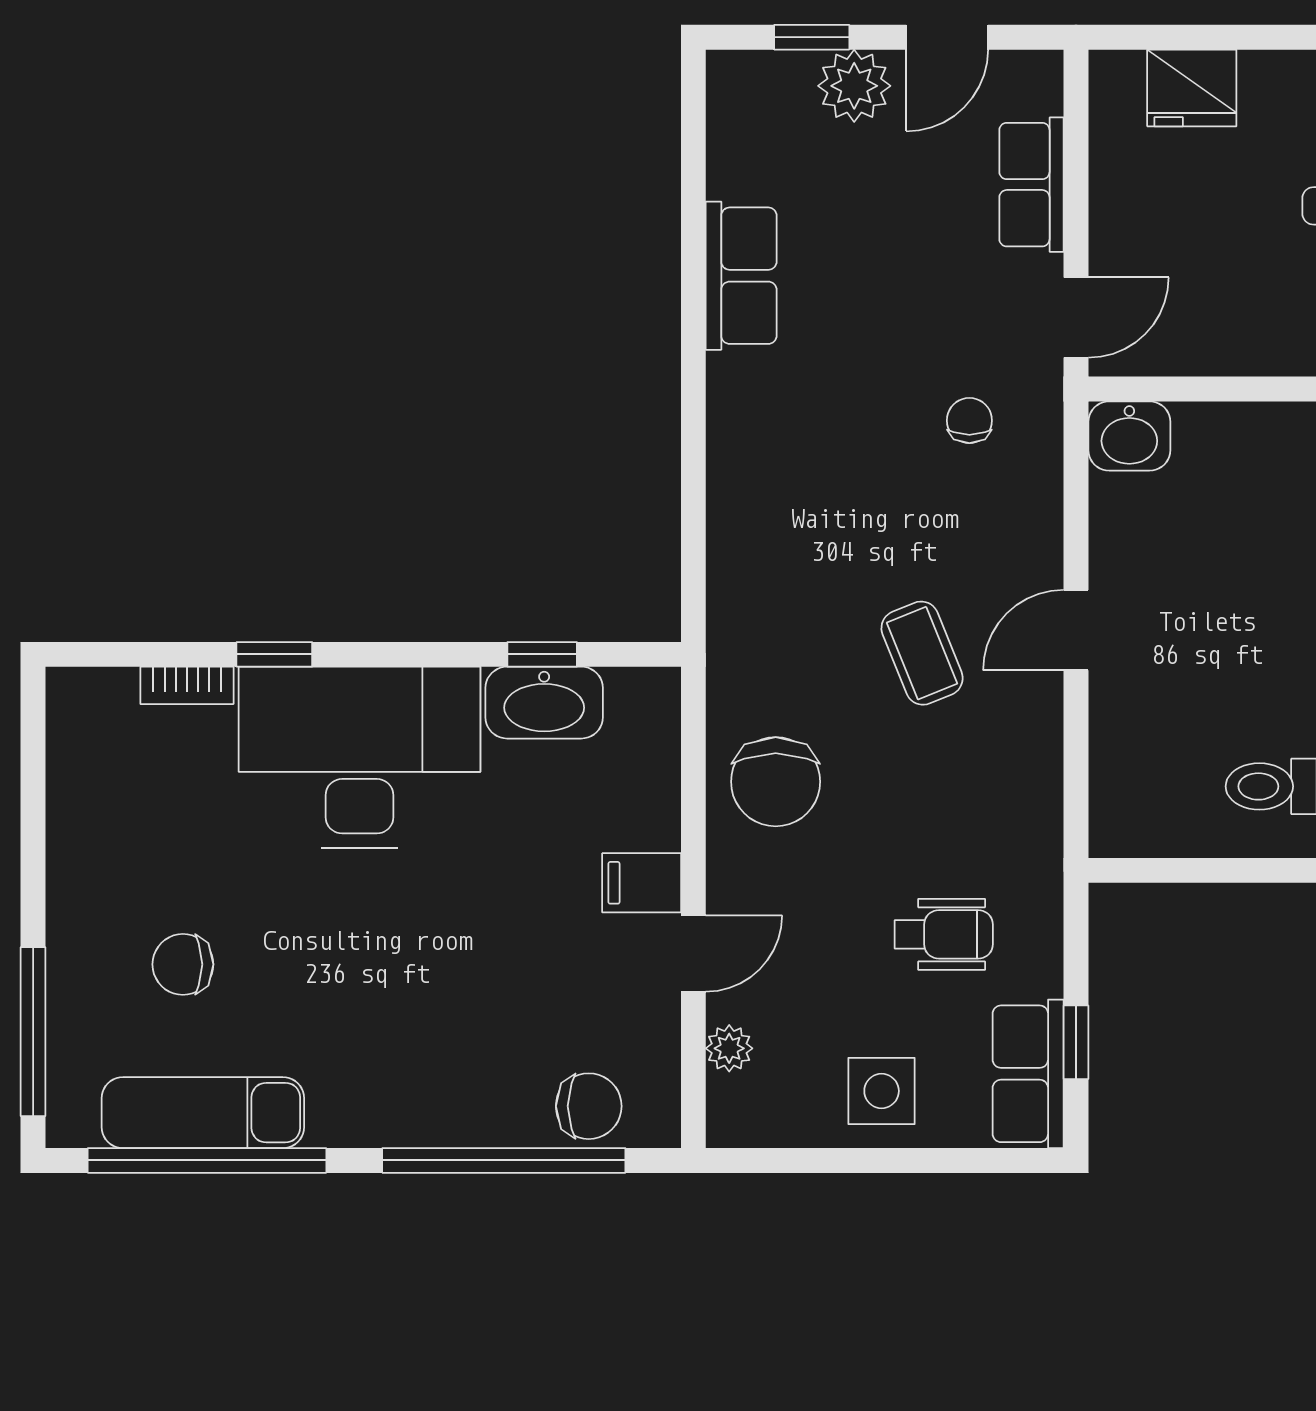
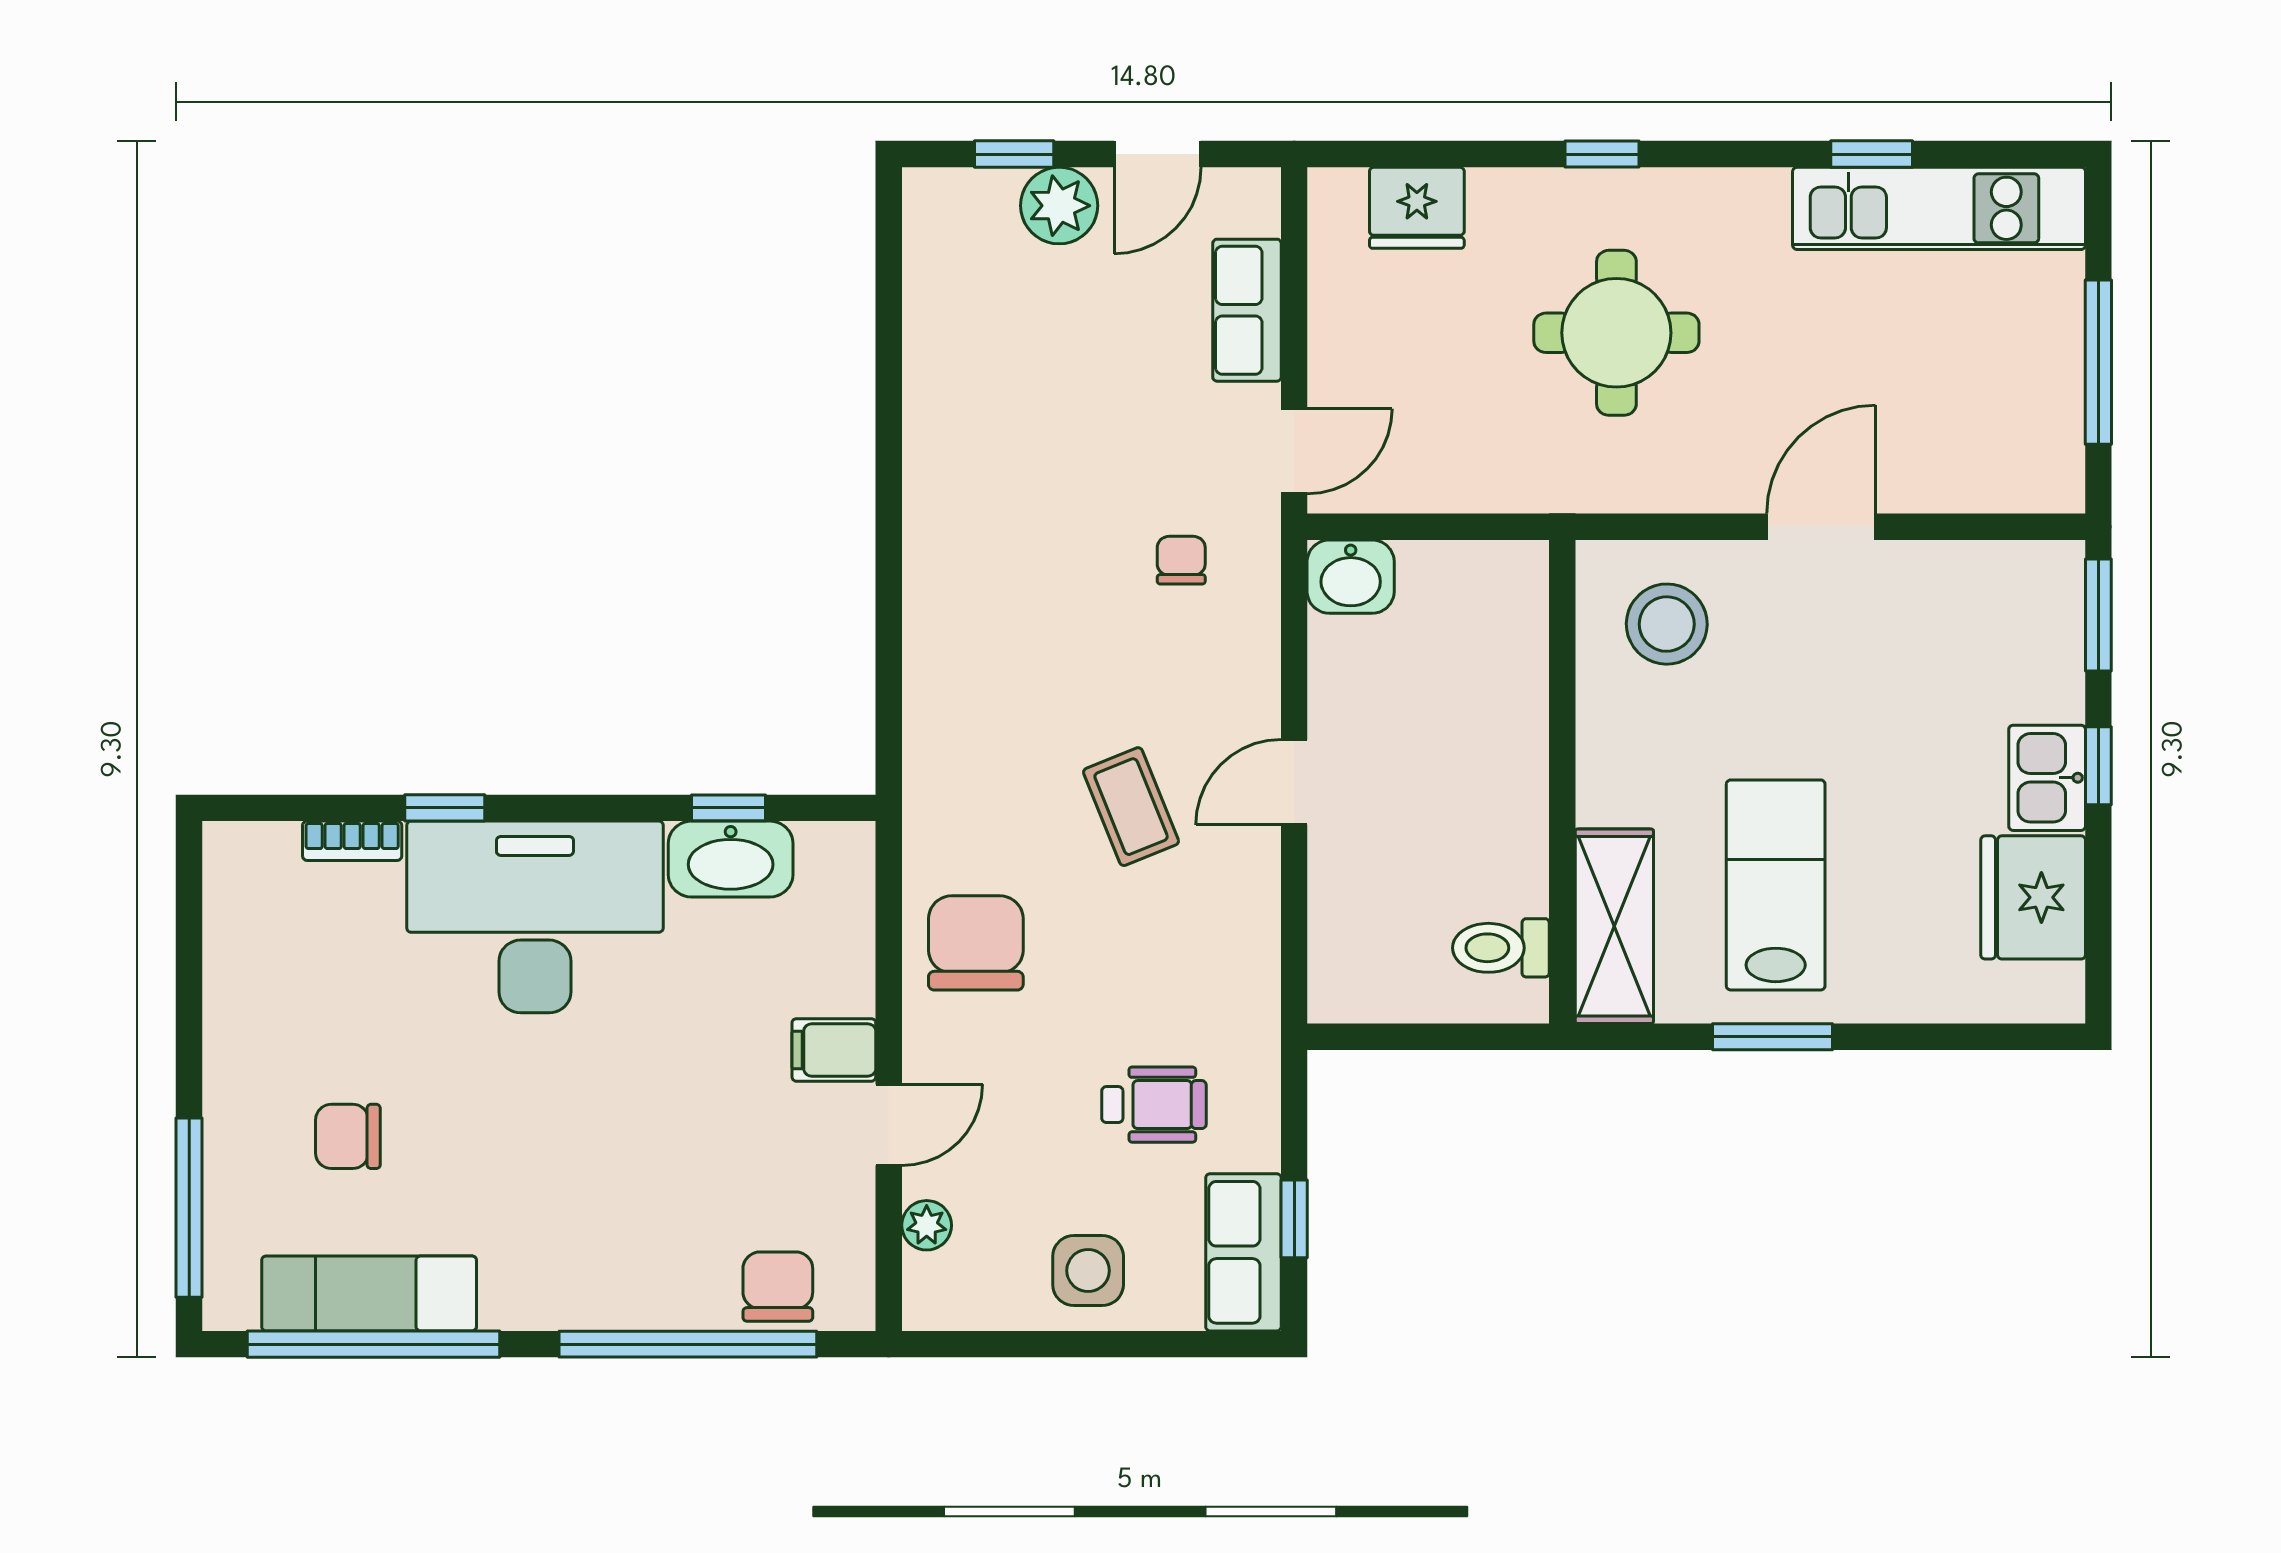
row of seats: (741, 276) -> (939, 407), removed
chair: (776, 782) -> (976, 943), turned 180
chair: (589, 1106) -> (778, 1287), turned -90

